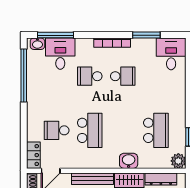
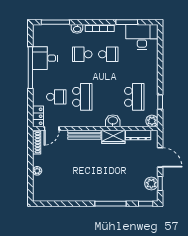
washbasin: (37, 44) -> (77, 29), moved
desk: (60, 54) -> (45, 58), moved, turned -90
desk: (171, 54) -> (142, 37), width x1.37
window: (24, 76) -> (30, 68), moved
school desk: (57, 130) -> (56, 97), turned 180

